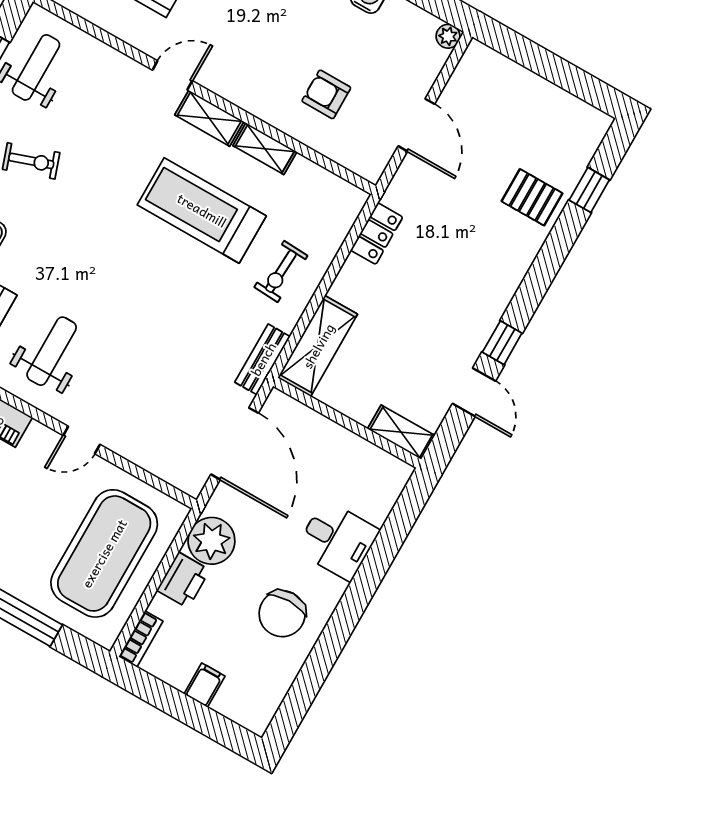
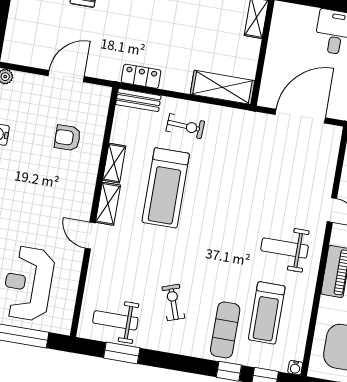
armchair: (326, 94) -> (68, 138), turned 89
bench: (263, 359) -> (138, 100), moved

